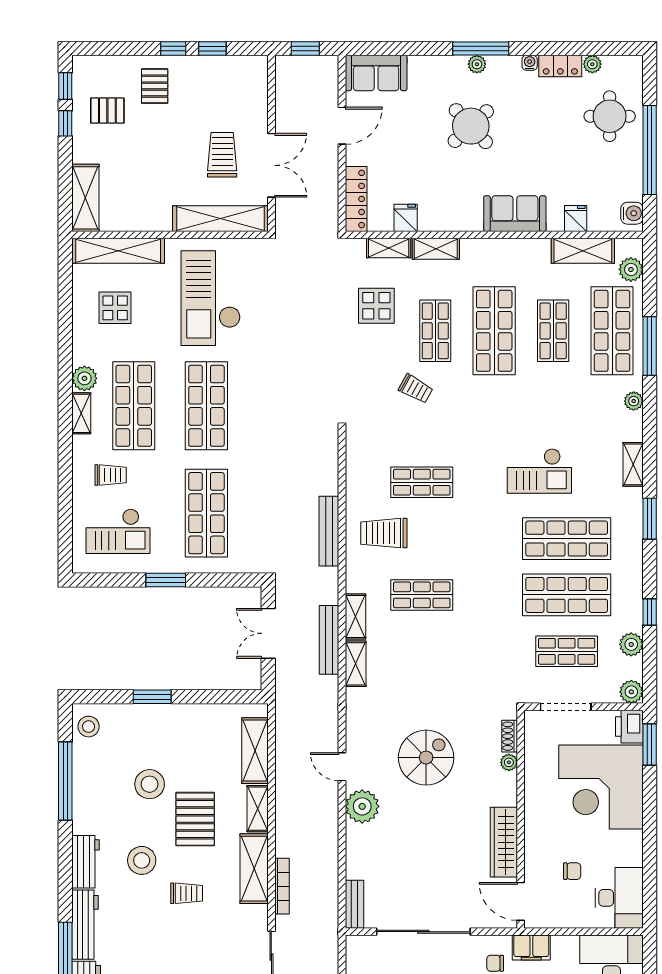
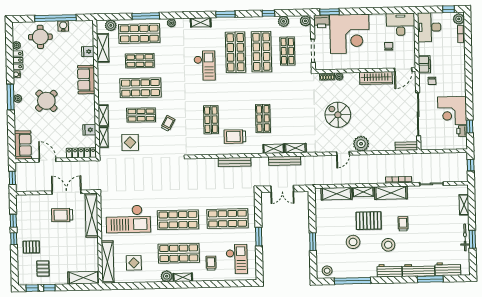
water cooler: (632, 213) -> (63, 26), moved
trolley: (384, 533) -> (235, 137), turned 90

